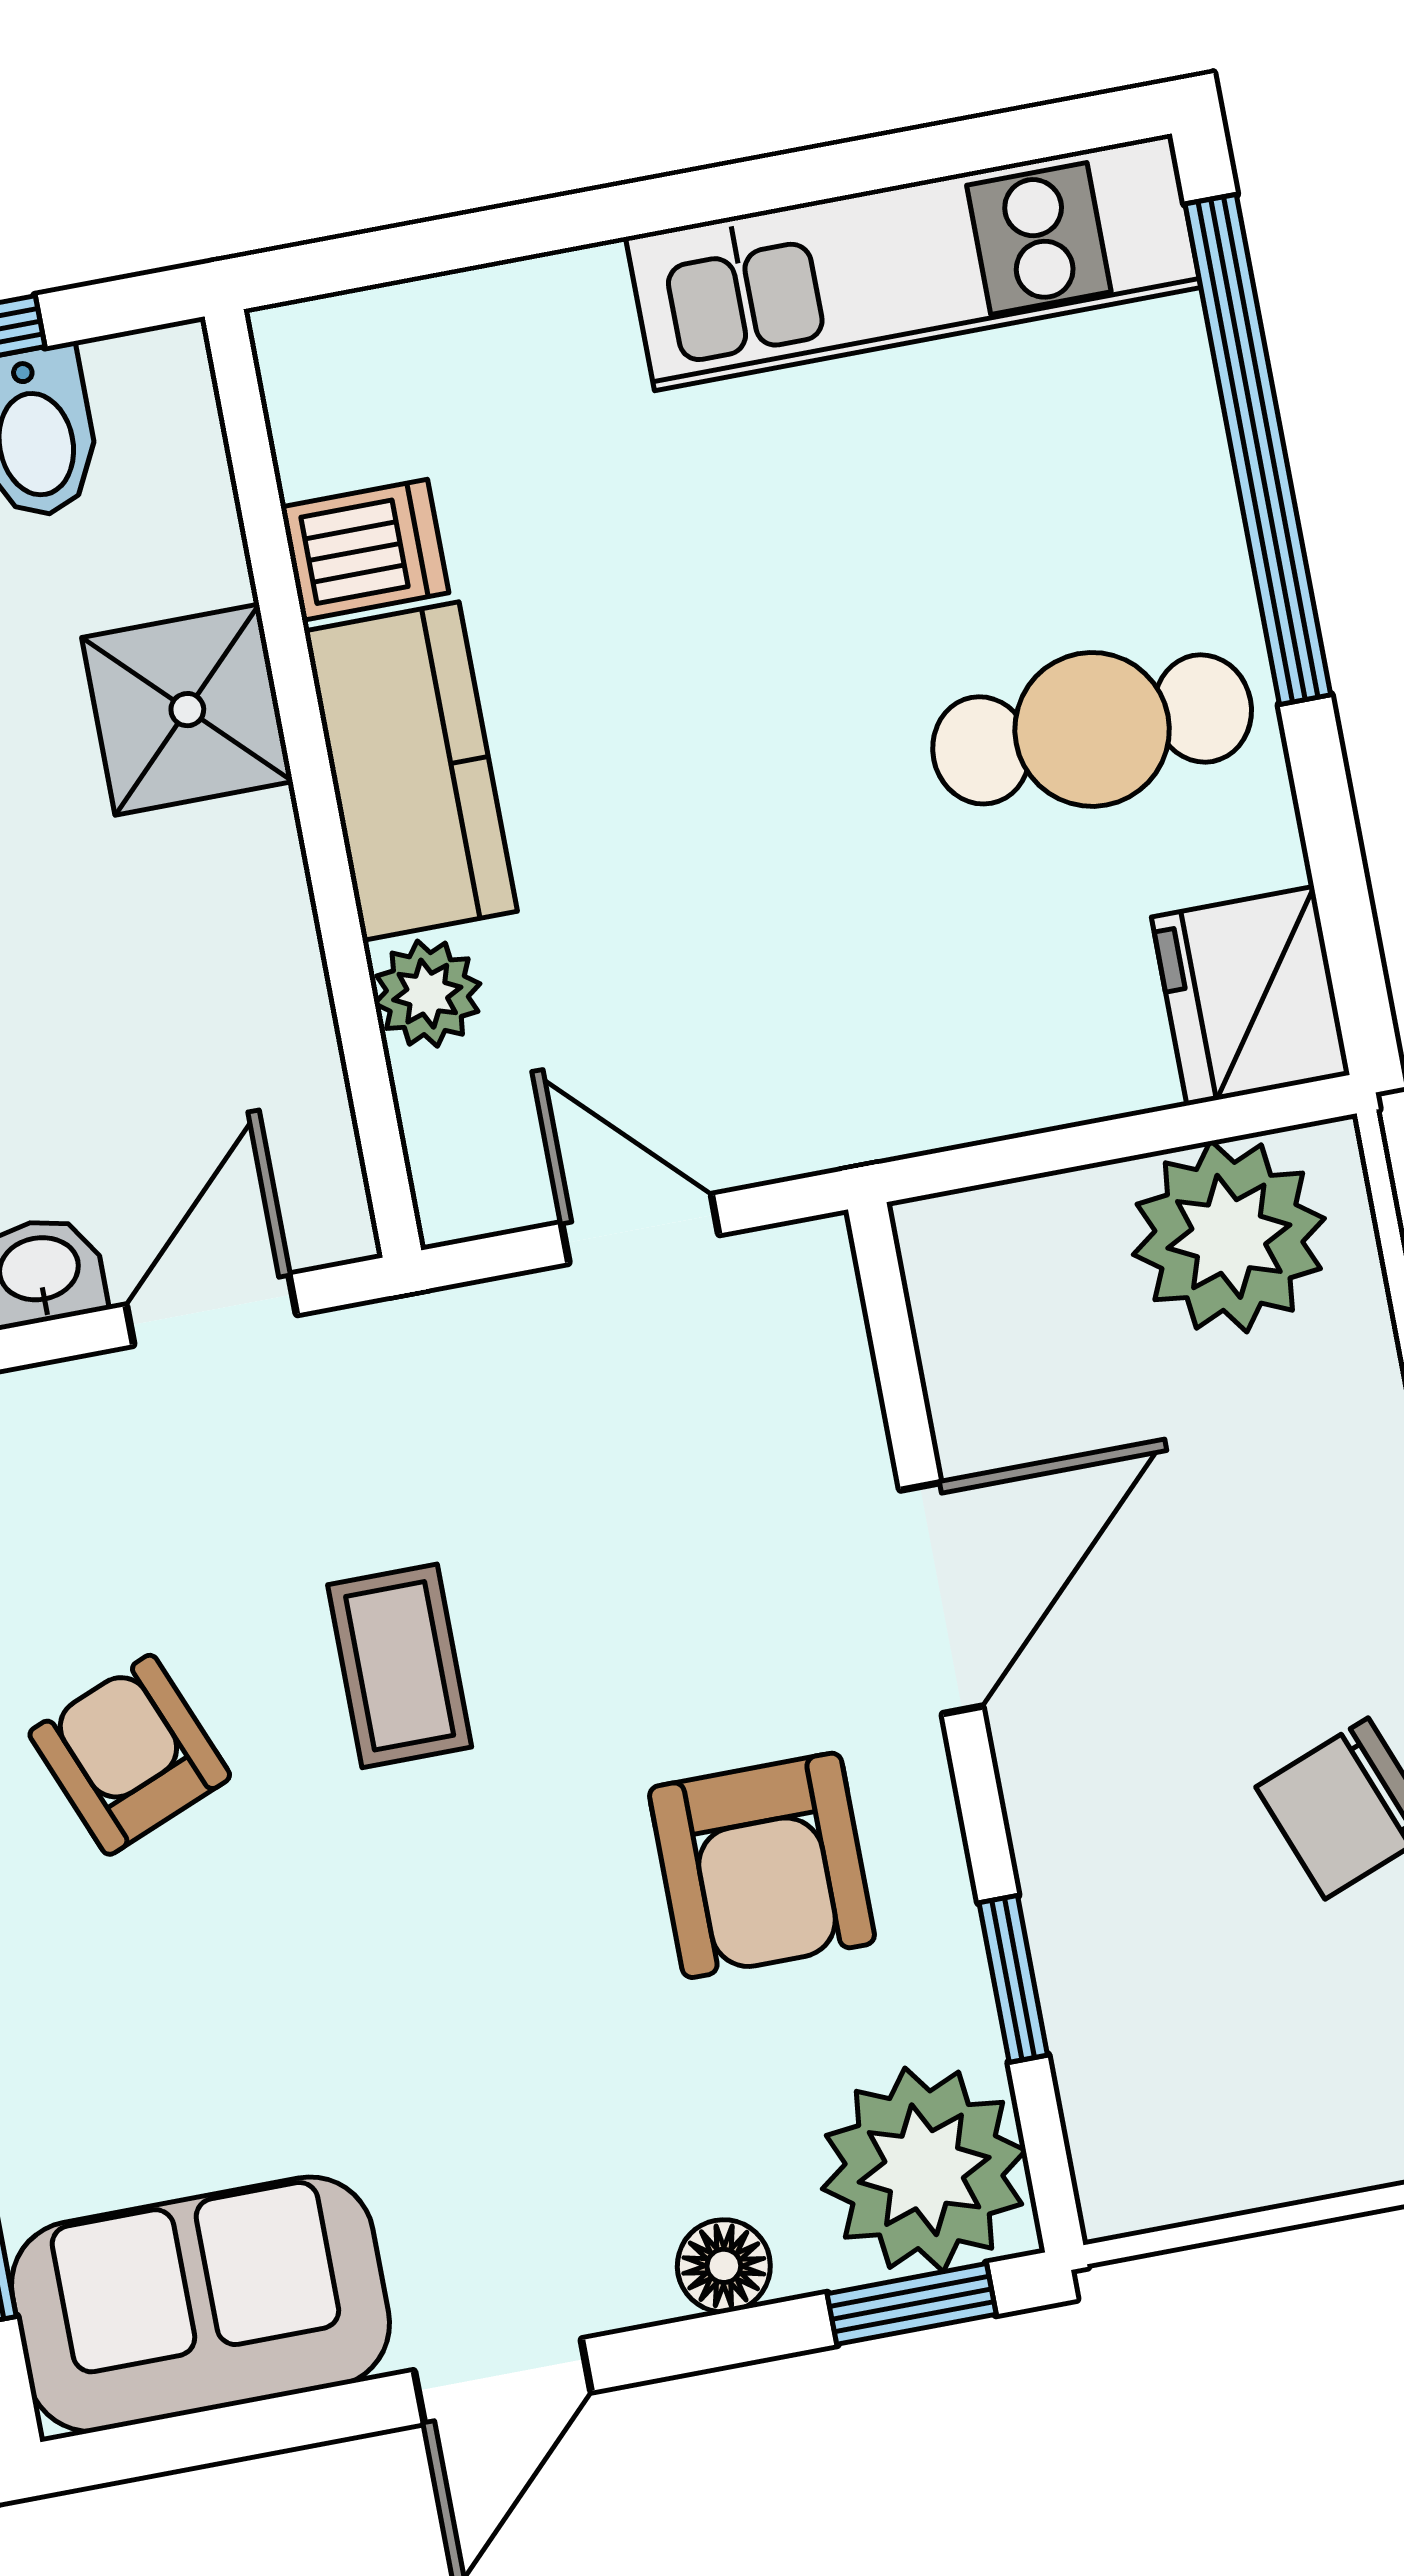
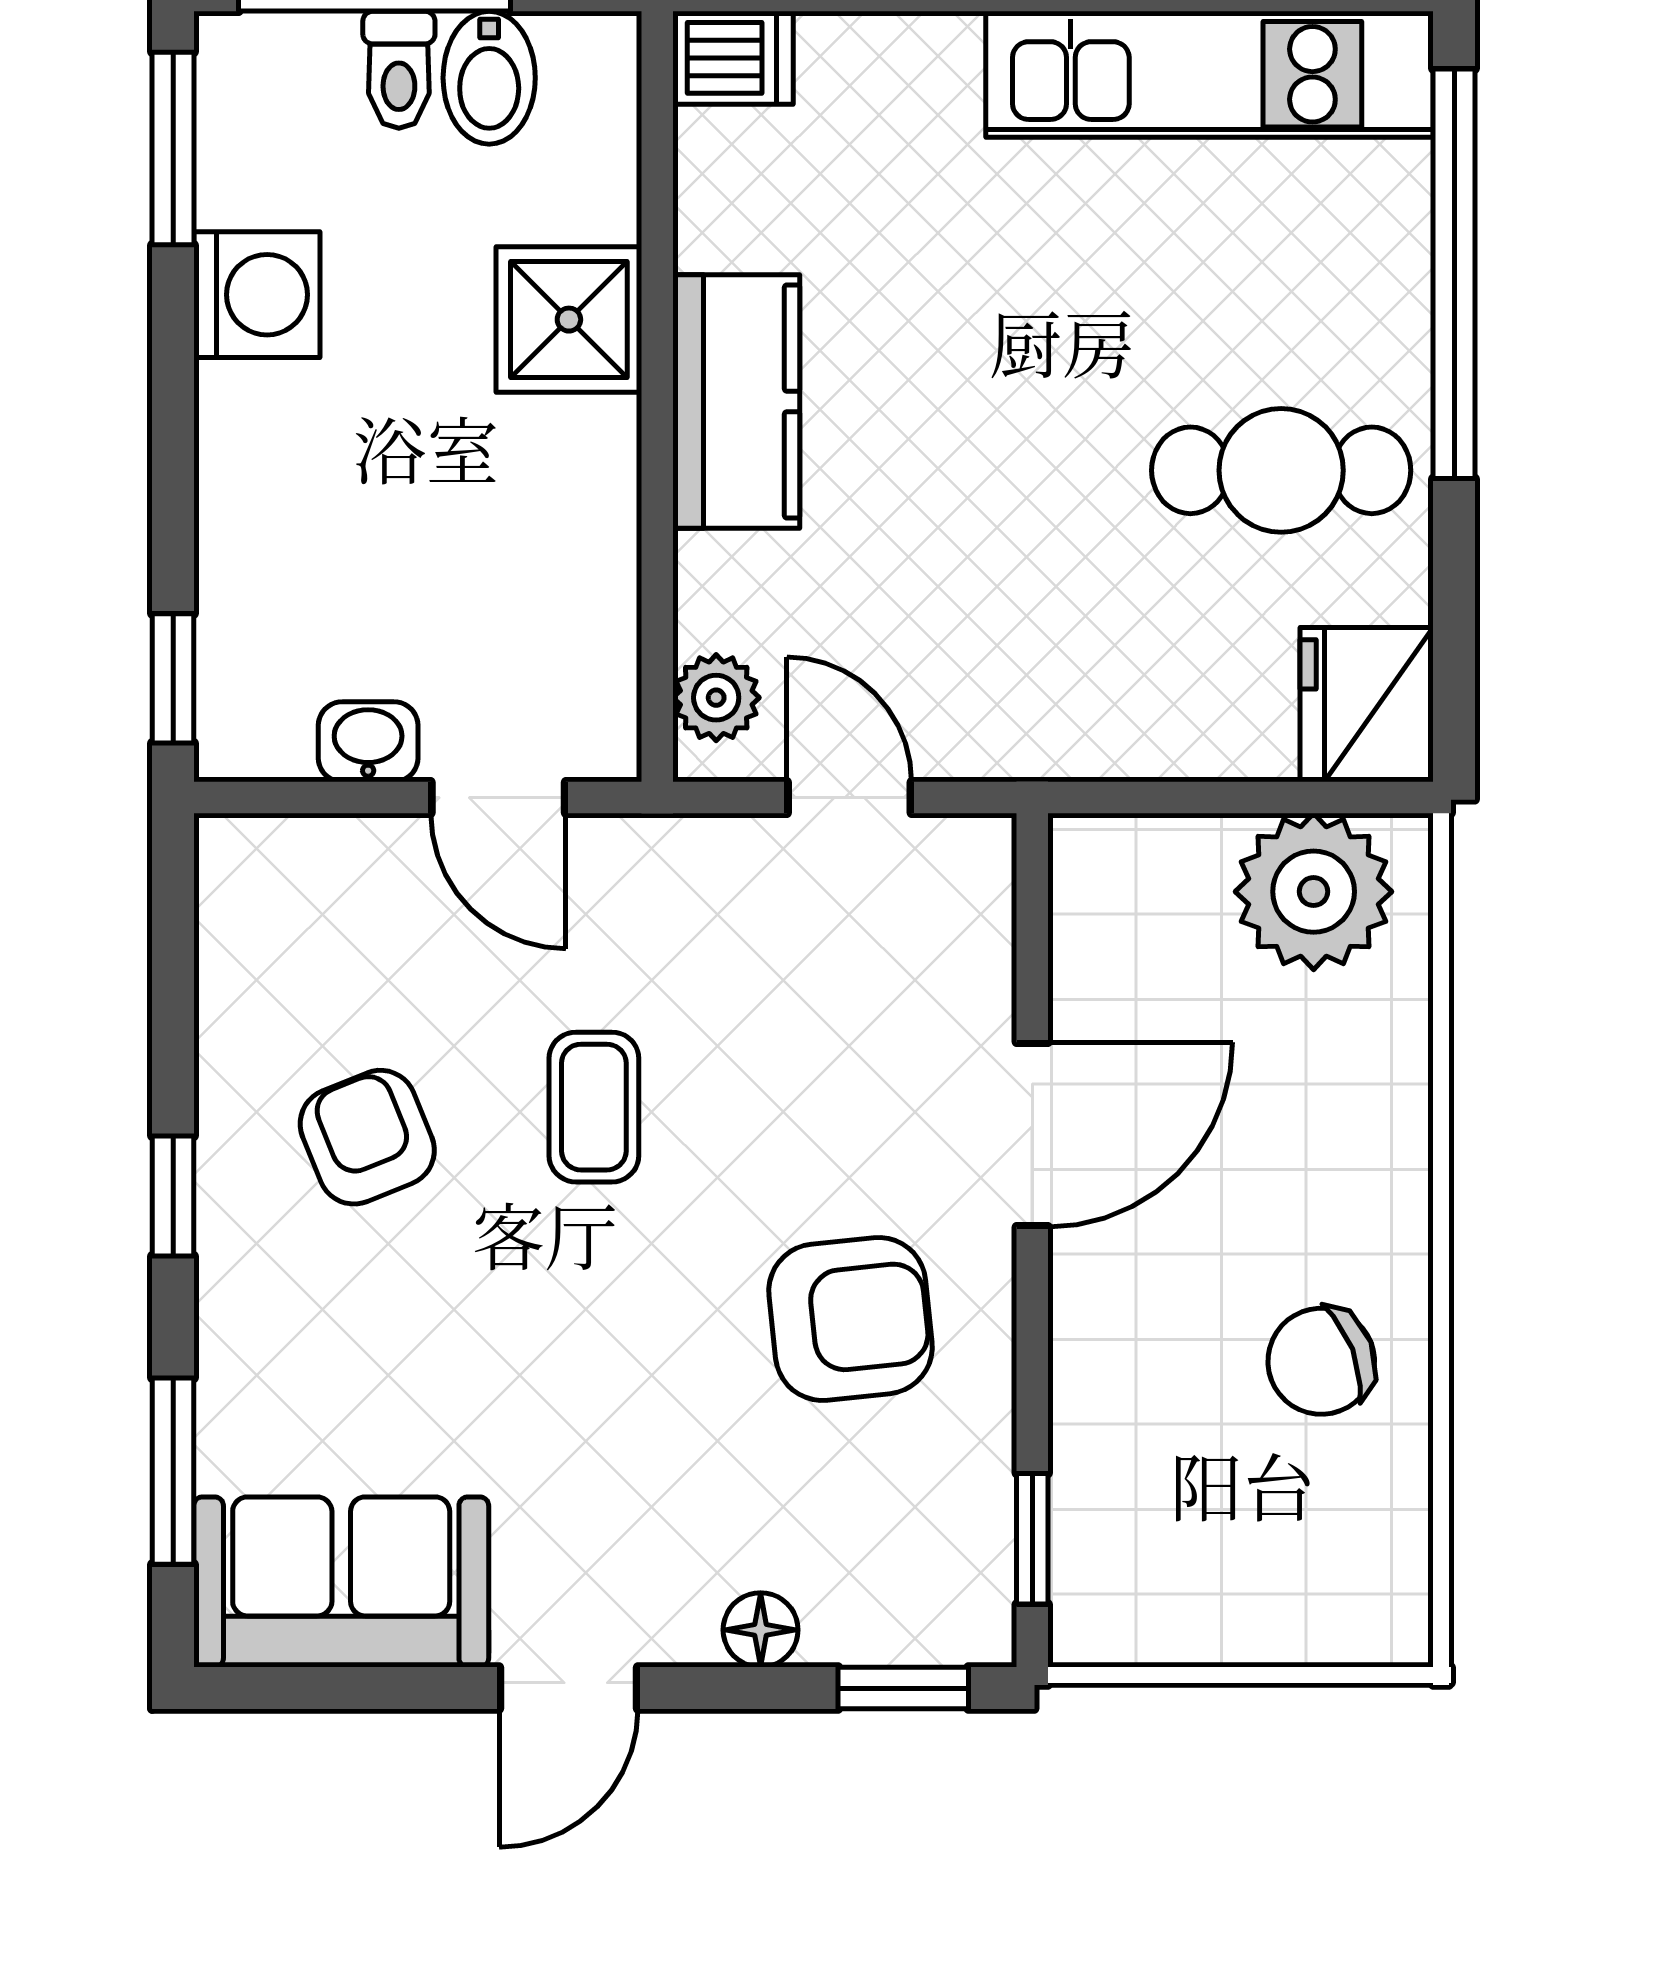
dishwasher: (365, 550) -> (733, 58), moved
plant: (427, 994) -> (716, 698), moved
door: (211, 1310) -> (498, 798), swing flipped
armchair: (762, 1865) -> (851, 1319), turned -96
window: (1013, 1979) -> (1032, 1539), moved
plant: (924, 2170) -> (933, 1584), removed

